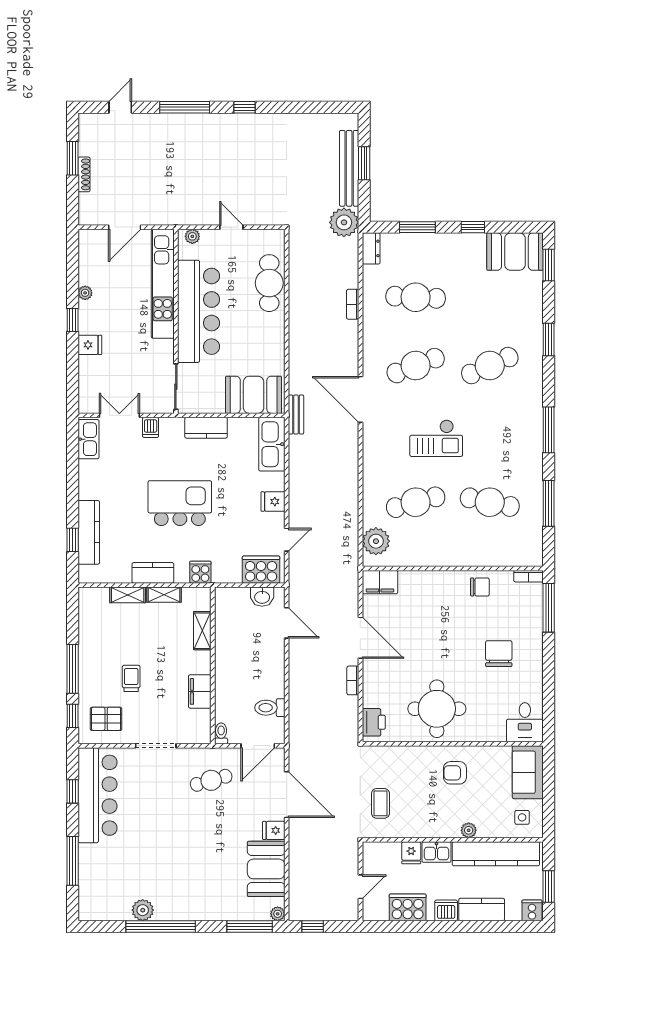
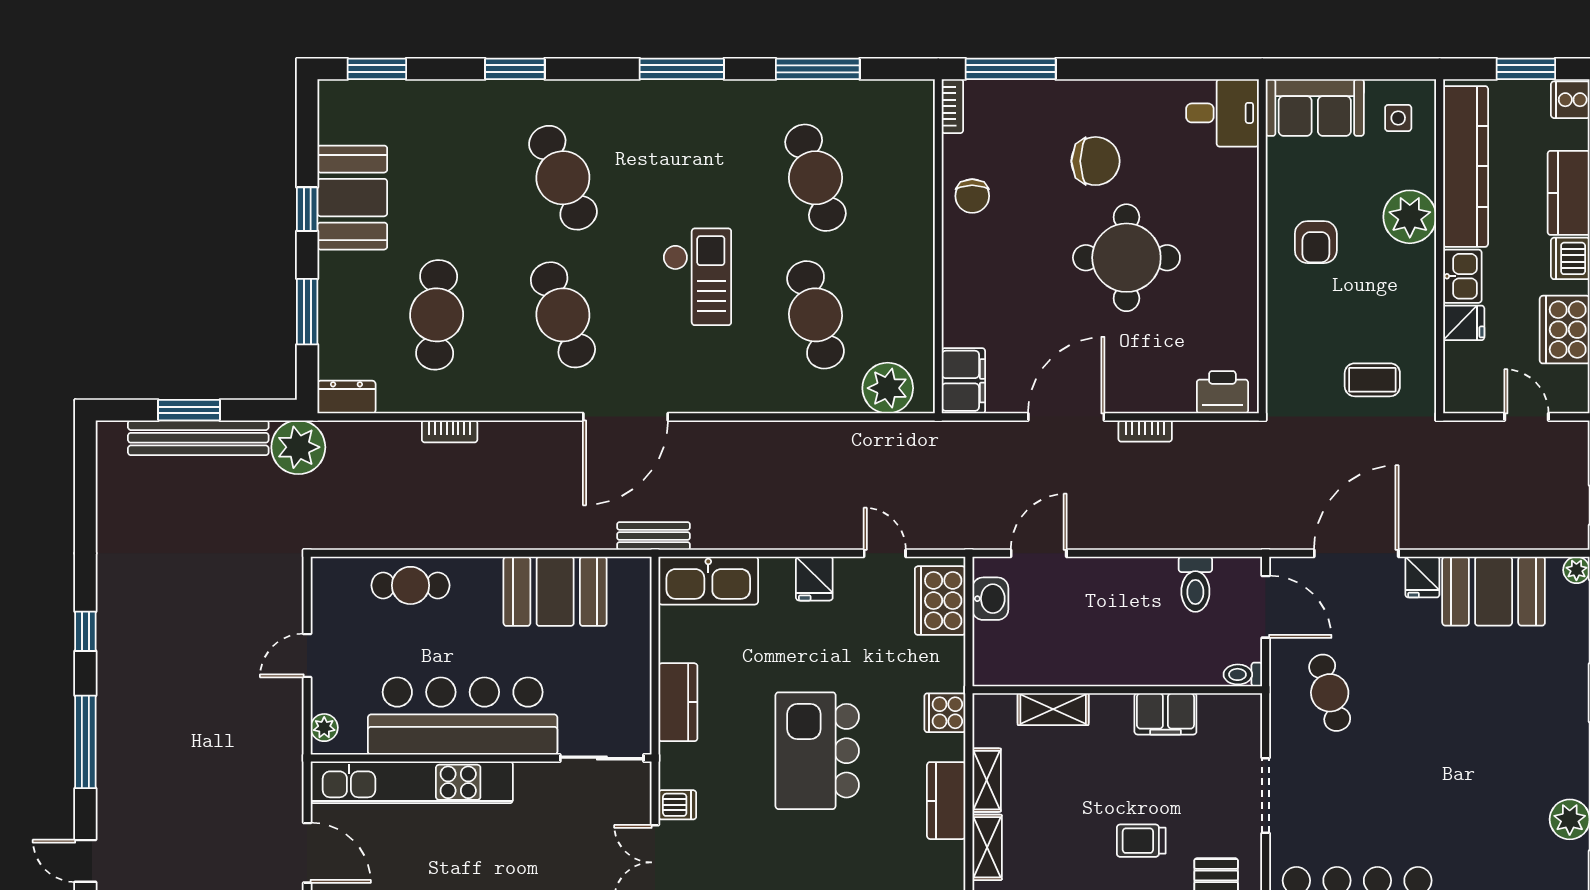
booth: (515, 252) -> (352, 198), moved
cafe table: (269, 283) -> (410, 585), width x0.73, depth x0.74
booth: (254, 395) -> (555, 591), moved, turned 90
cafe table: (490, 502) -> (816, 178), turned -30
chair: (480, 587) -> (972, 196), turned 180
chair: (499, 654) -> (1096, 161), turned 180
round table: (437, 709) -> (1126, 258), moved
plant: (469, 830) -> (1410, 217), width x1.87, depth x1.87

